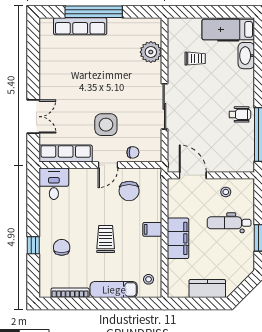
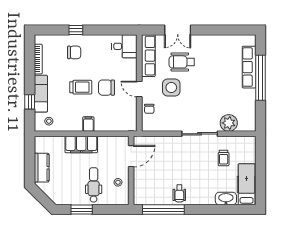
sliding door: (164, 106) -> (200, 134), moved
wheelchair: (74, 111) -> (182, 62), added
chair: (129, 191) -> (106, 88), moved
window: (124, 304) -> (30, 102), added

